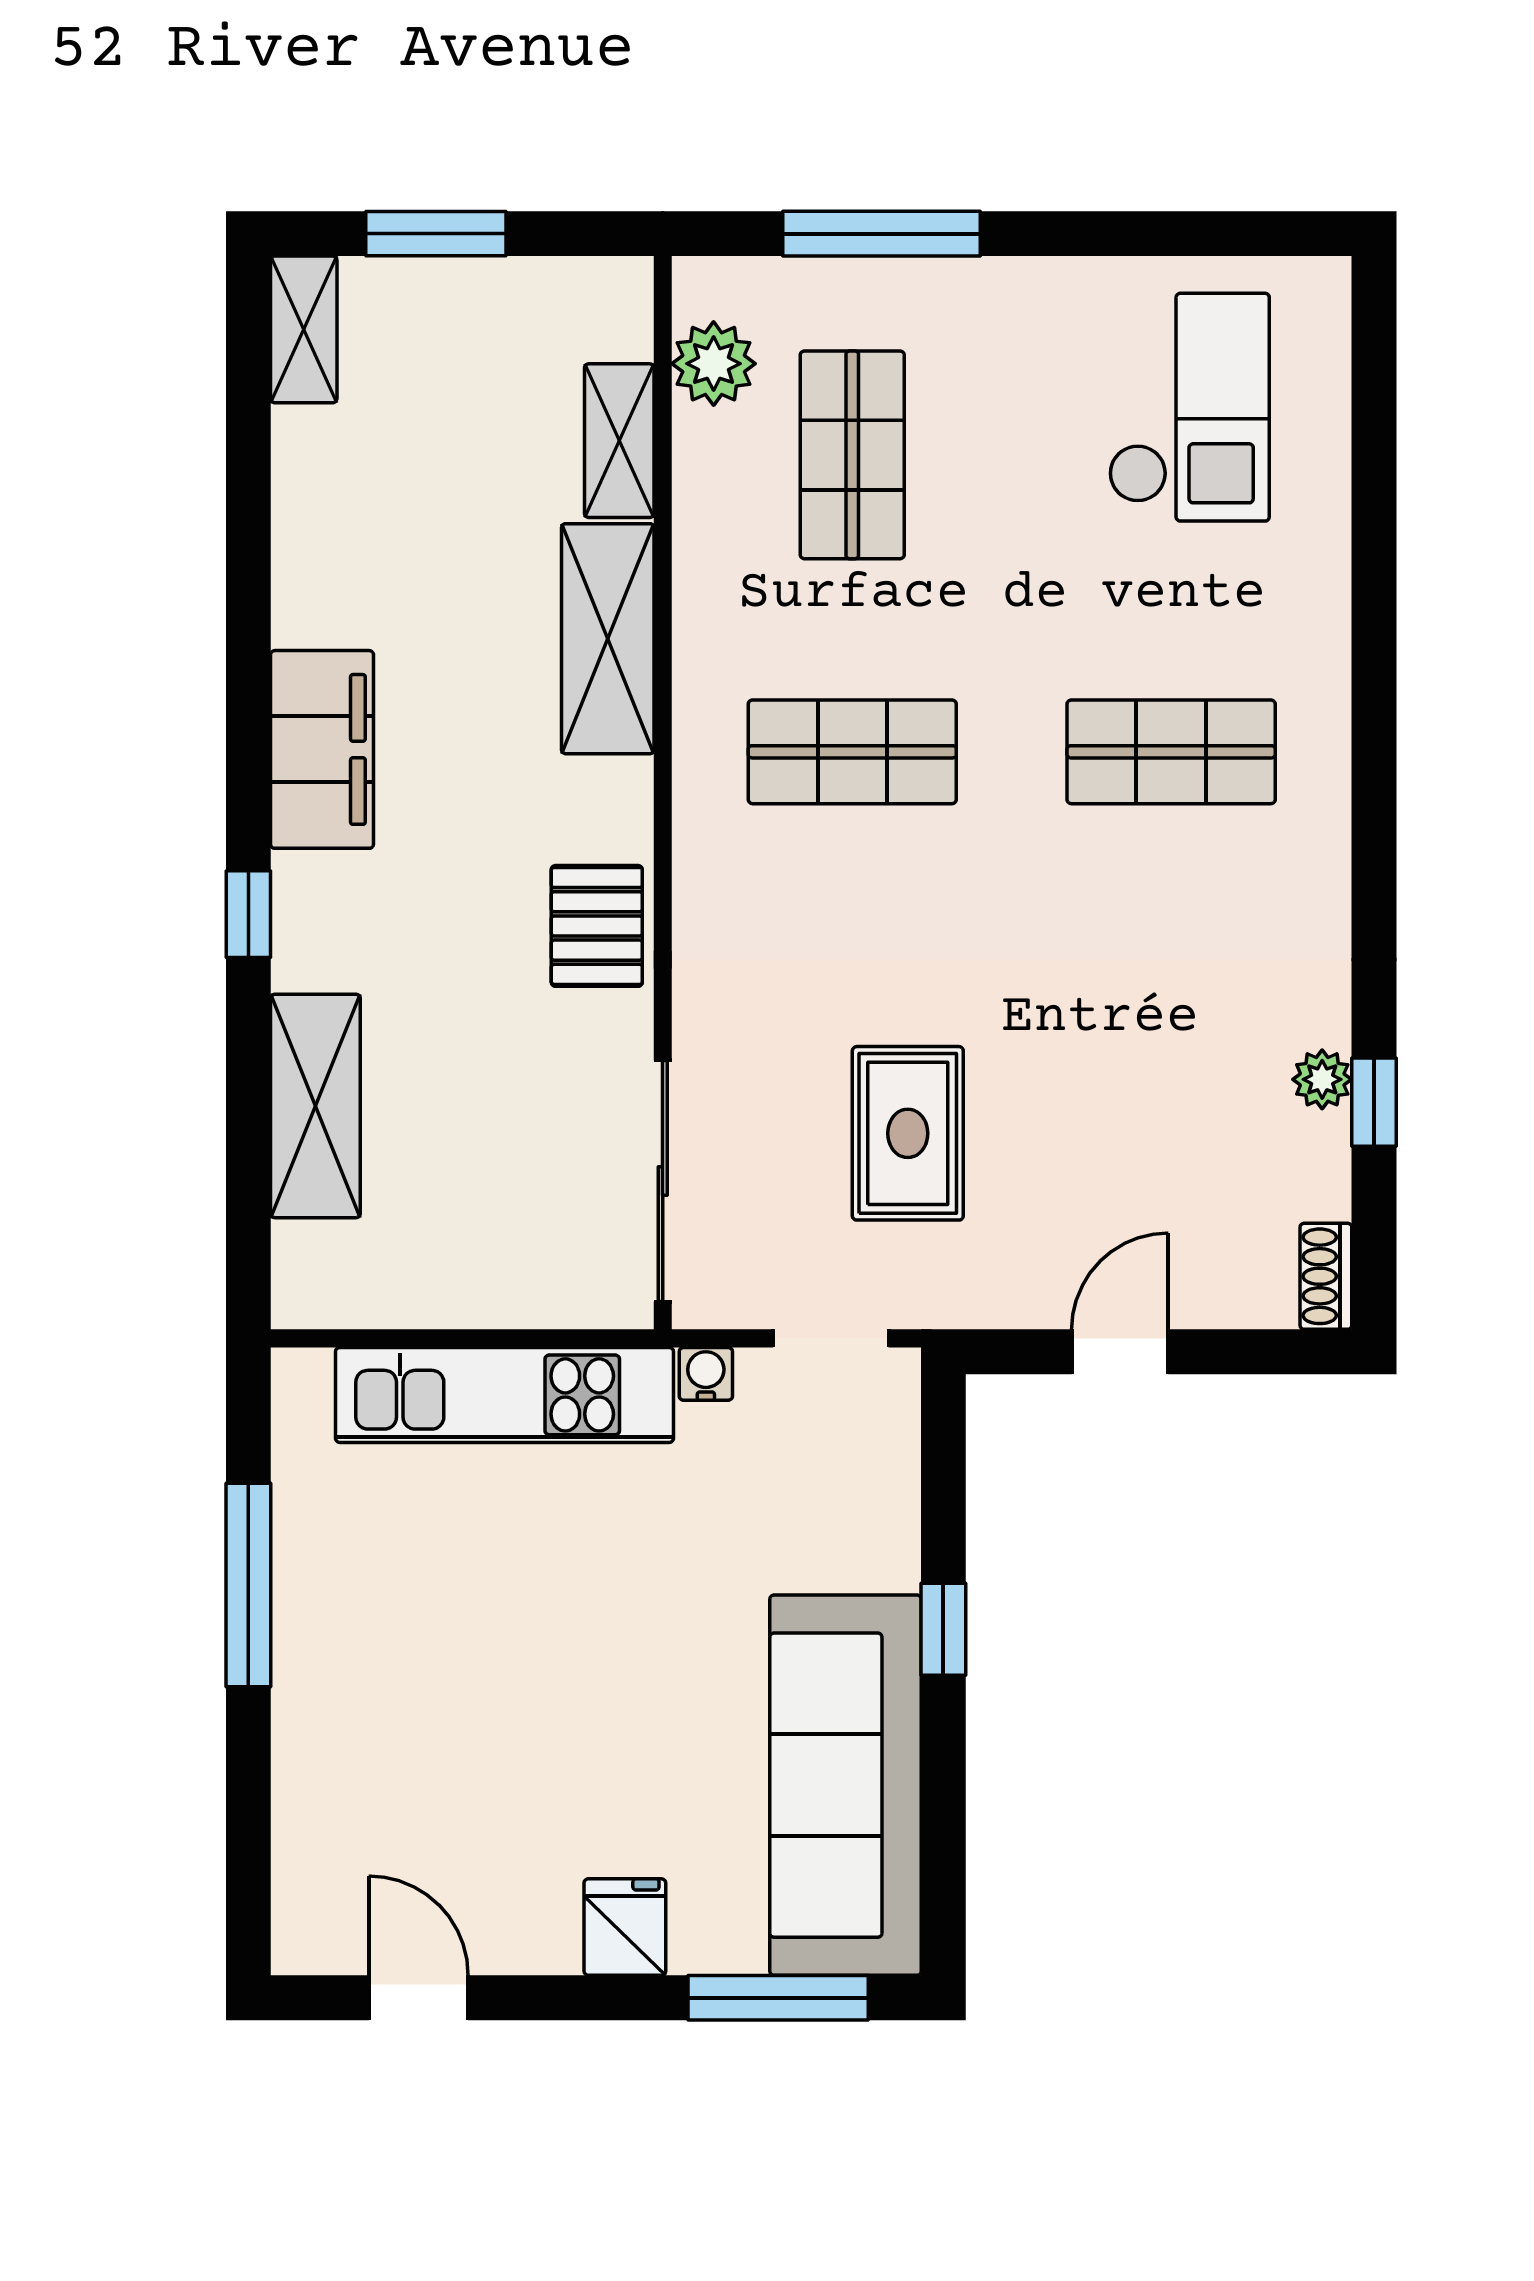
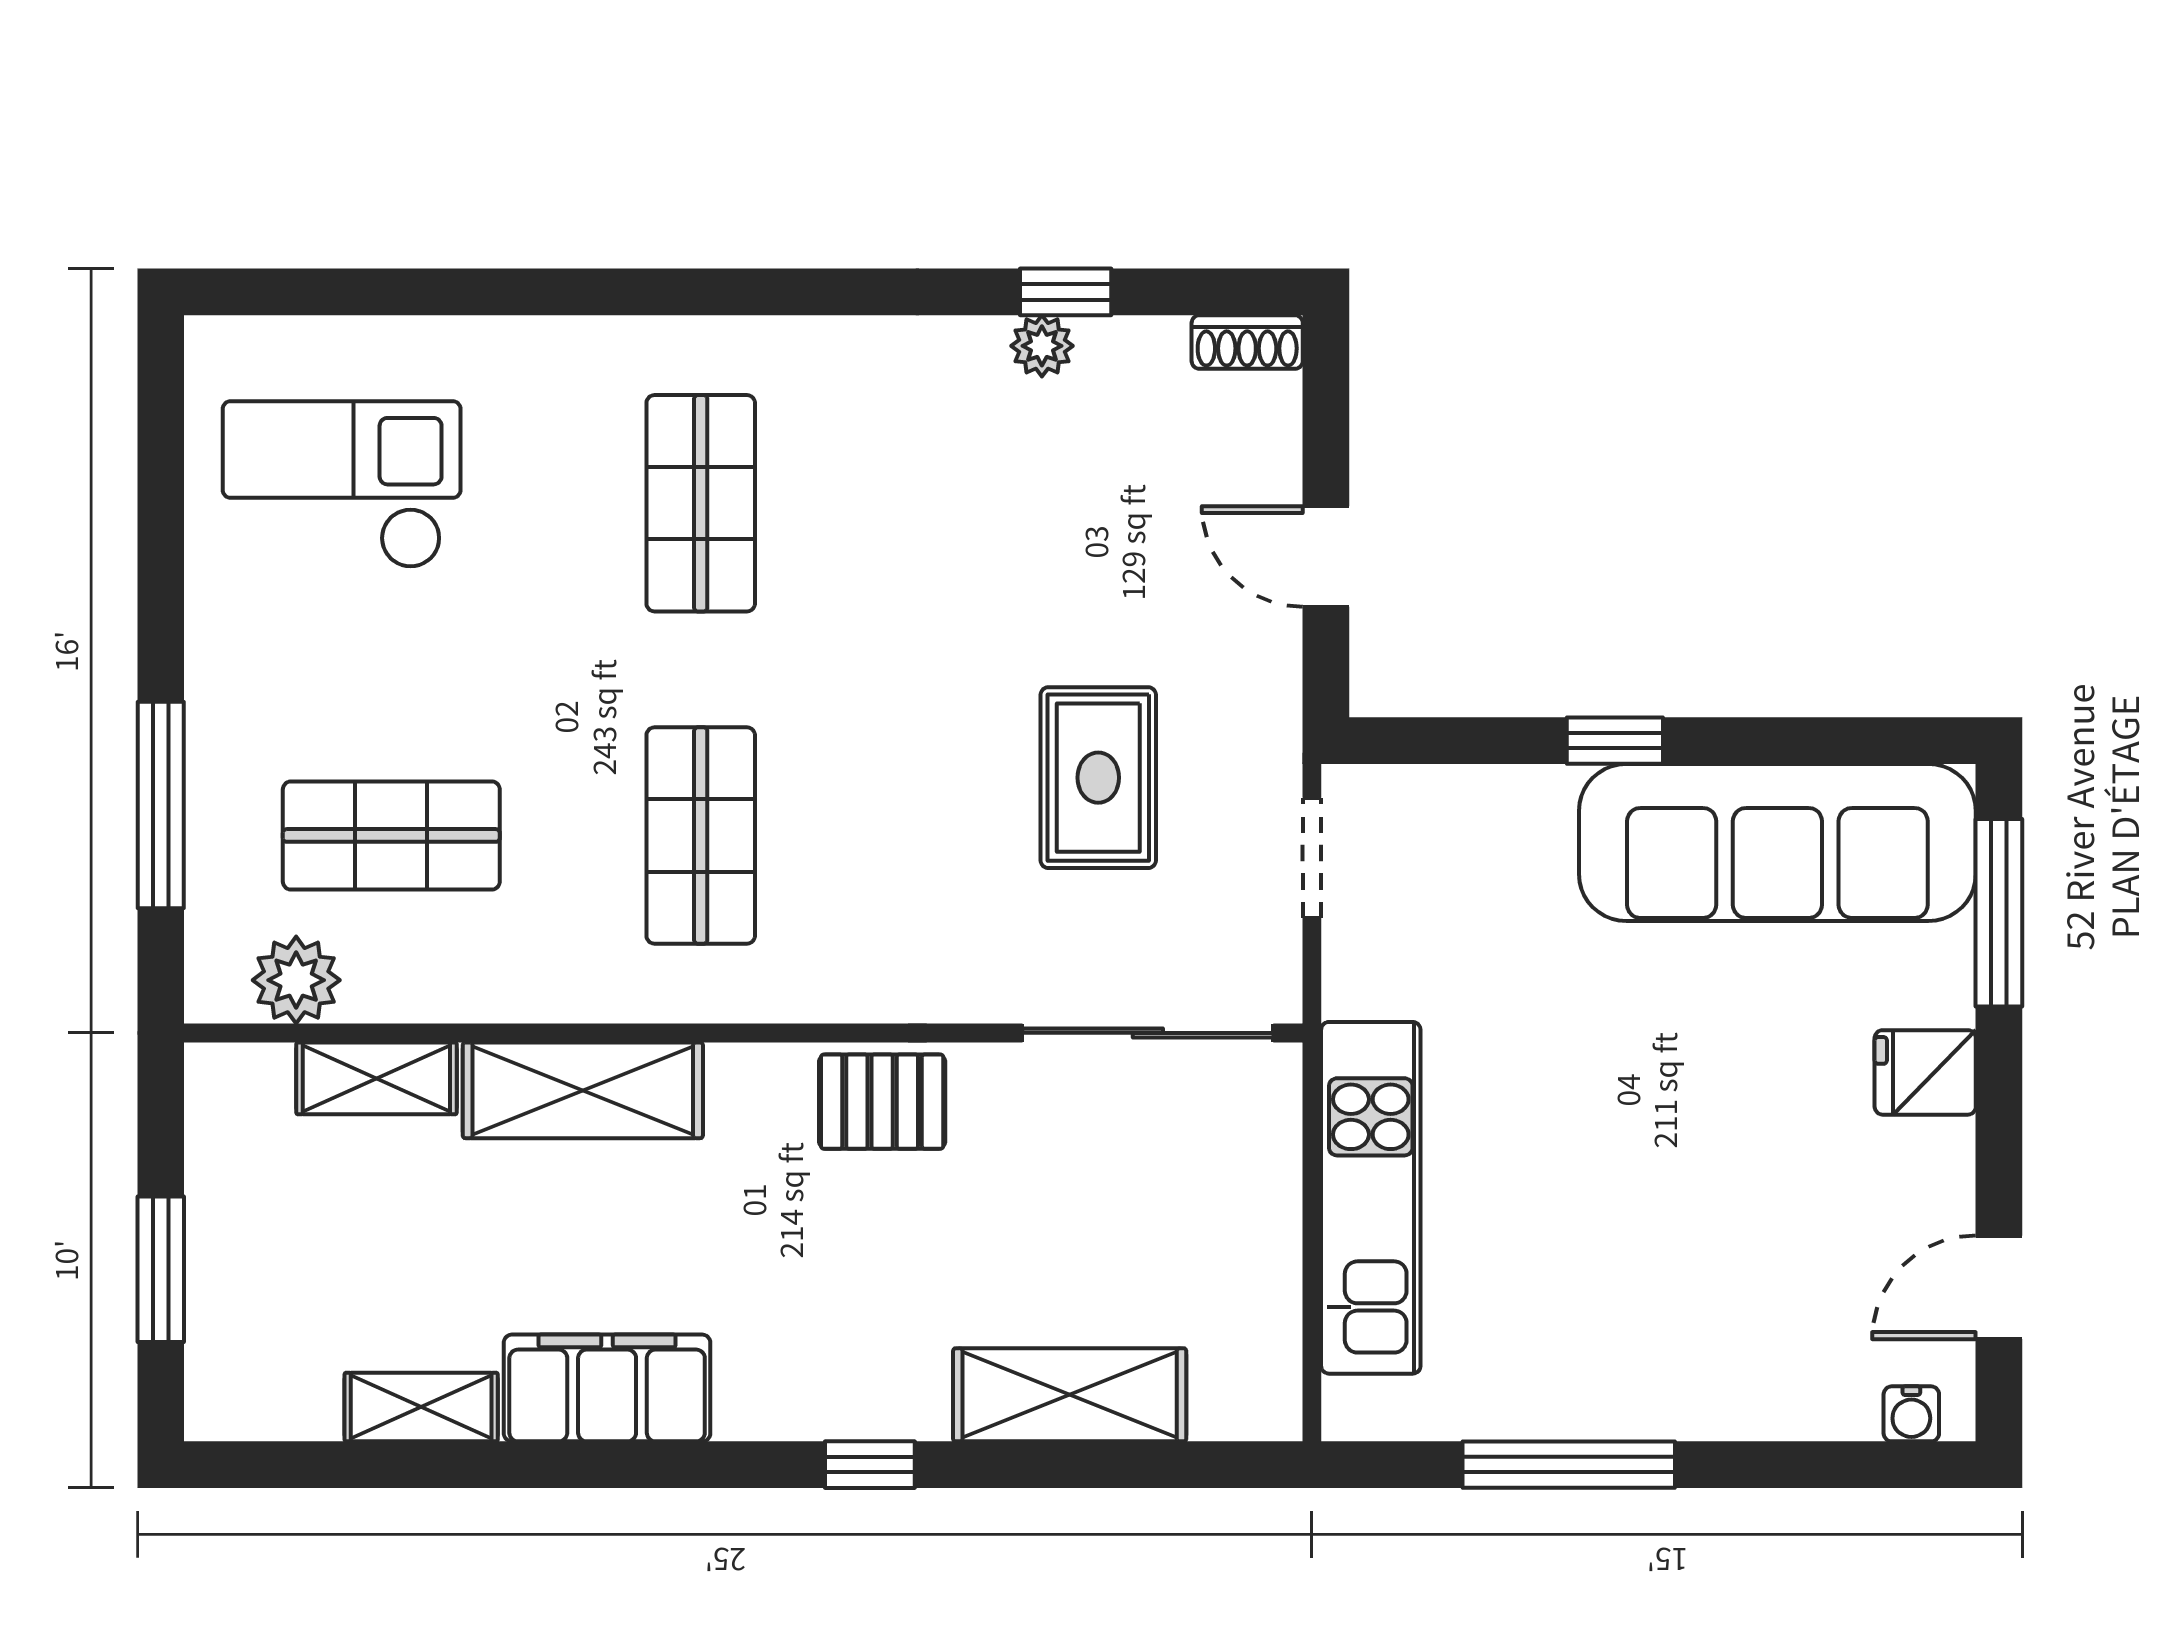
shelving: (304, 329) -> (421, 1407), moved
filing cabinet: (322, 749) -> (607, 1388), moved
rug: (908, 1133) -> (1098, 778), turned 90
water cooler: (706, 1374) -> (1911, 1414), moved, turned -90

